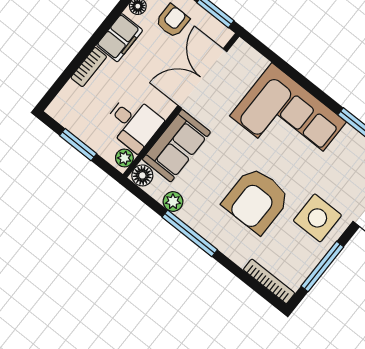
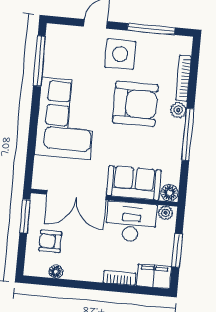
filing cabinet: (120, 38) -> (154, 276), moved
desk: (133, 123) -> (131, 222), width x1.37
plant: (173, 202) -> (178, 110), moved
bookcase: (269, 281) -> (183, 78), moved

